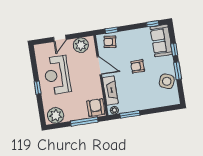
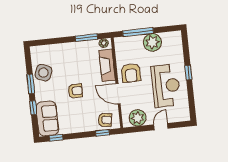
armchair: (96, 108) -> (131, 73), moved
plant: (56, 115) -> (152, 42), moved

